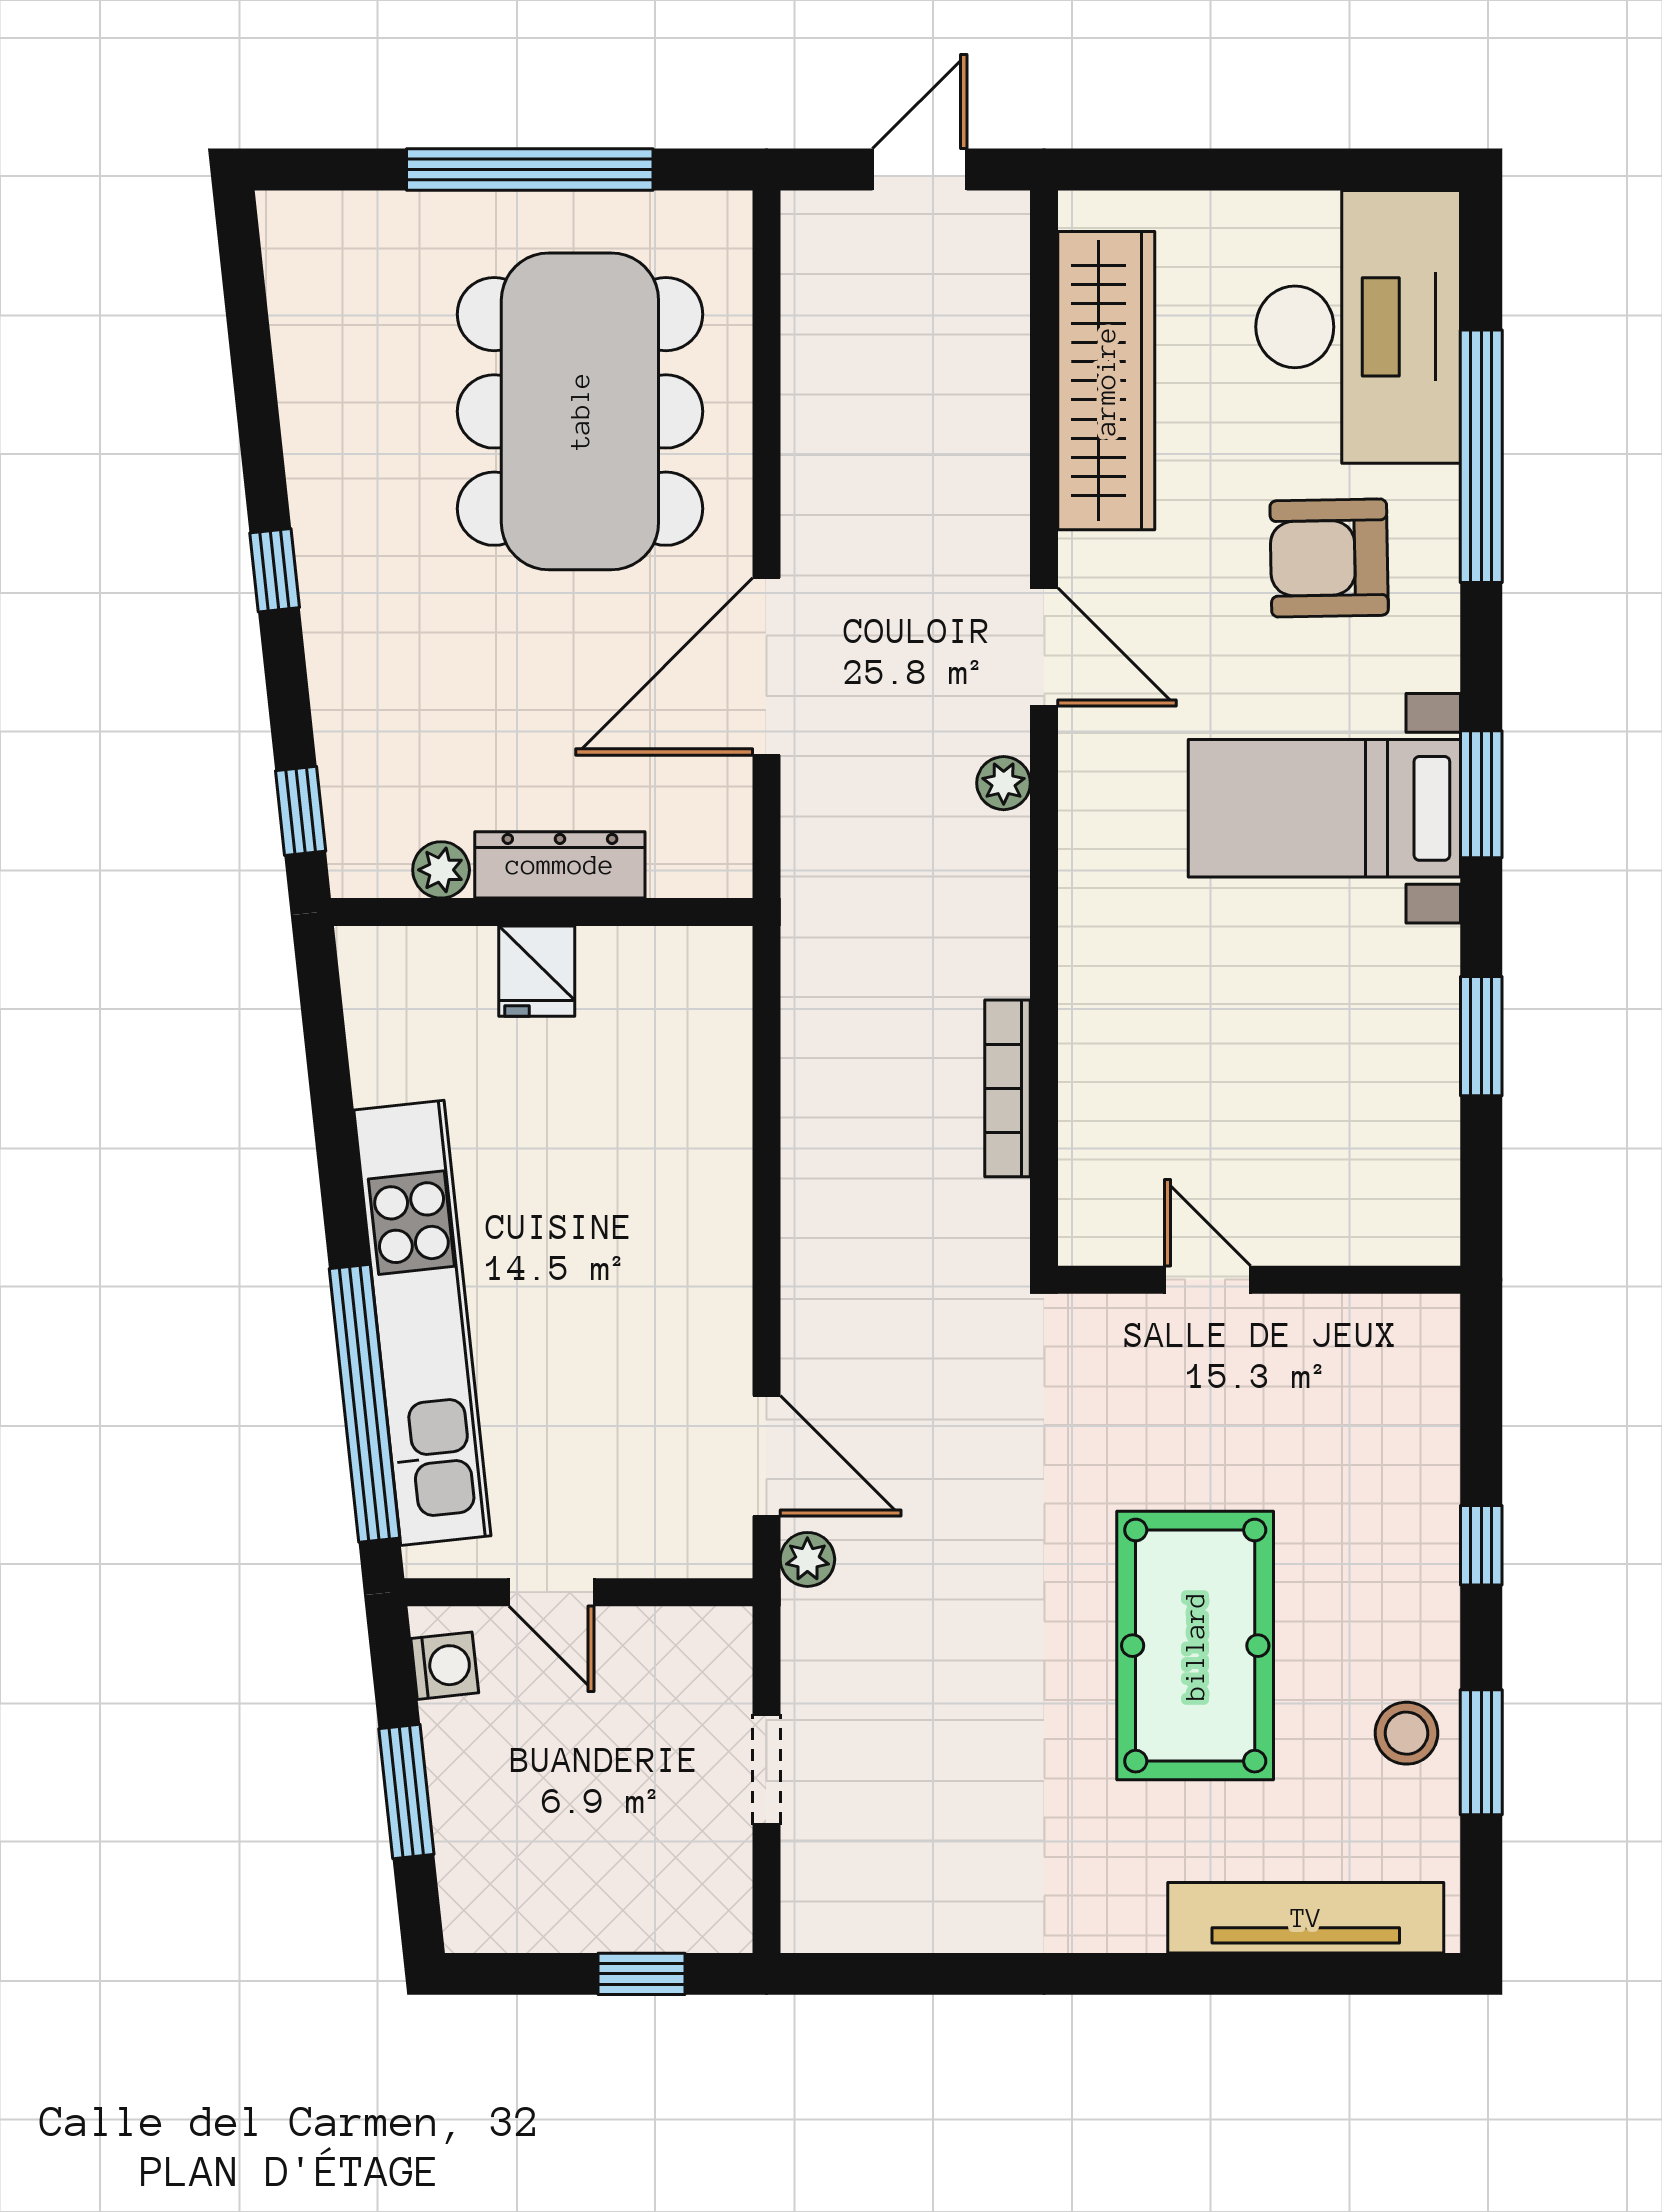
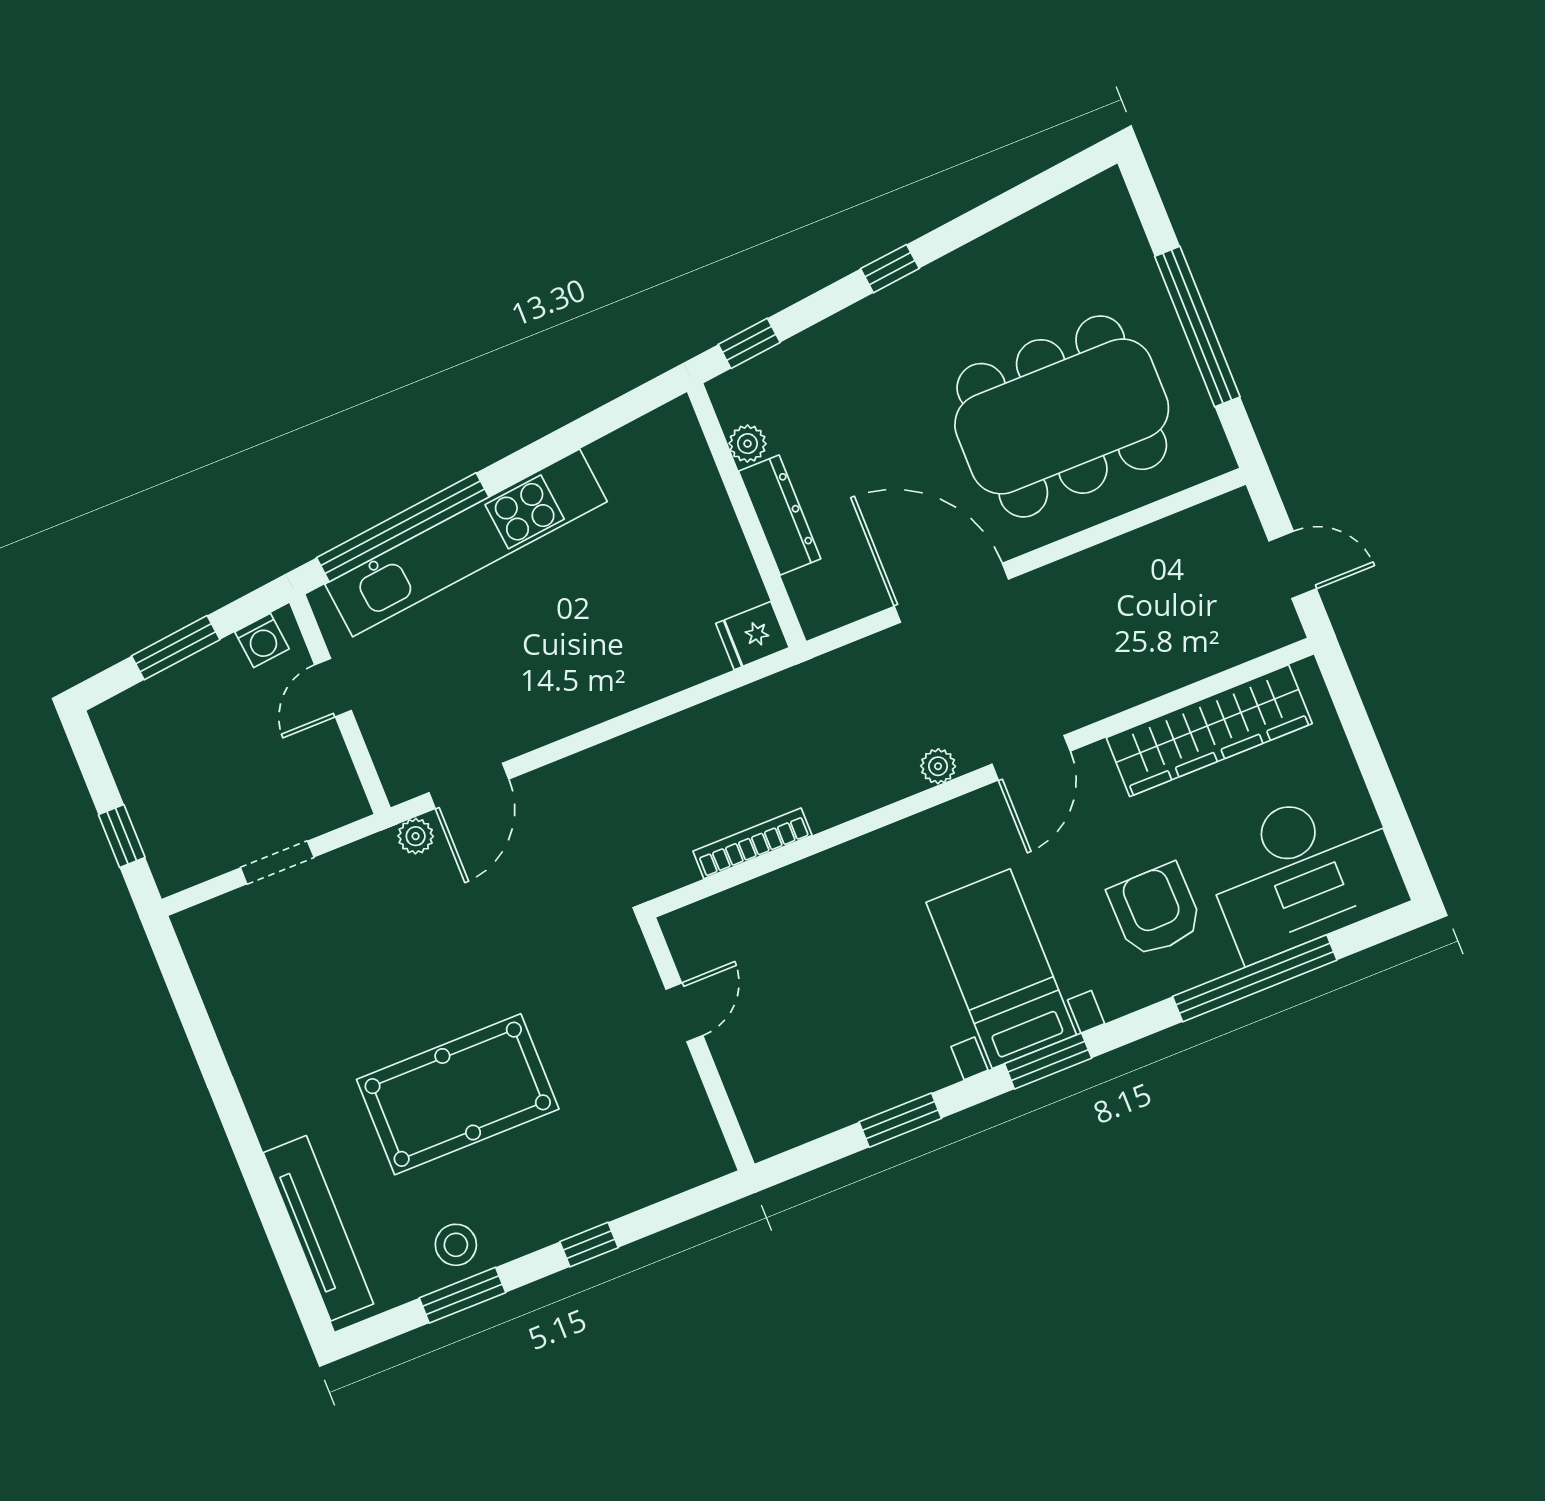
fridge: (537, 971) -> (752, 636), moved

